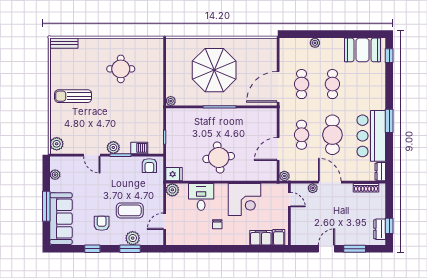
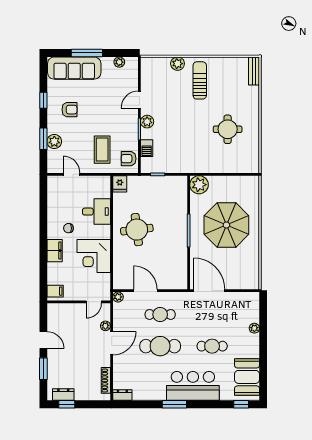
cafe table: (302, 84) -> (212, 314), removed
plant: (171, 101) -> (199, 185), width x1.87, depth x1.87
bar counter: (371, 136) -> (193, 386), moved
plant: (57, 144) -> (178, 64), moved
plant: (172, 190) -> (104, 182), removed
coffee table: (130, 210) -> (102, 150), moved
filing cabinet: (261, 238) -> (55, 251), moved

